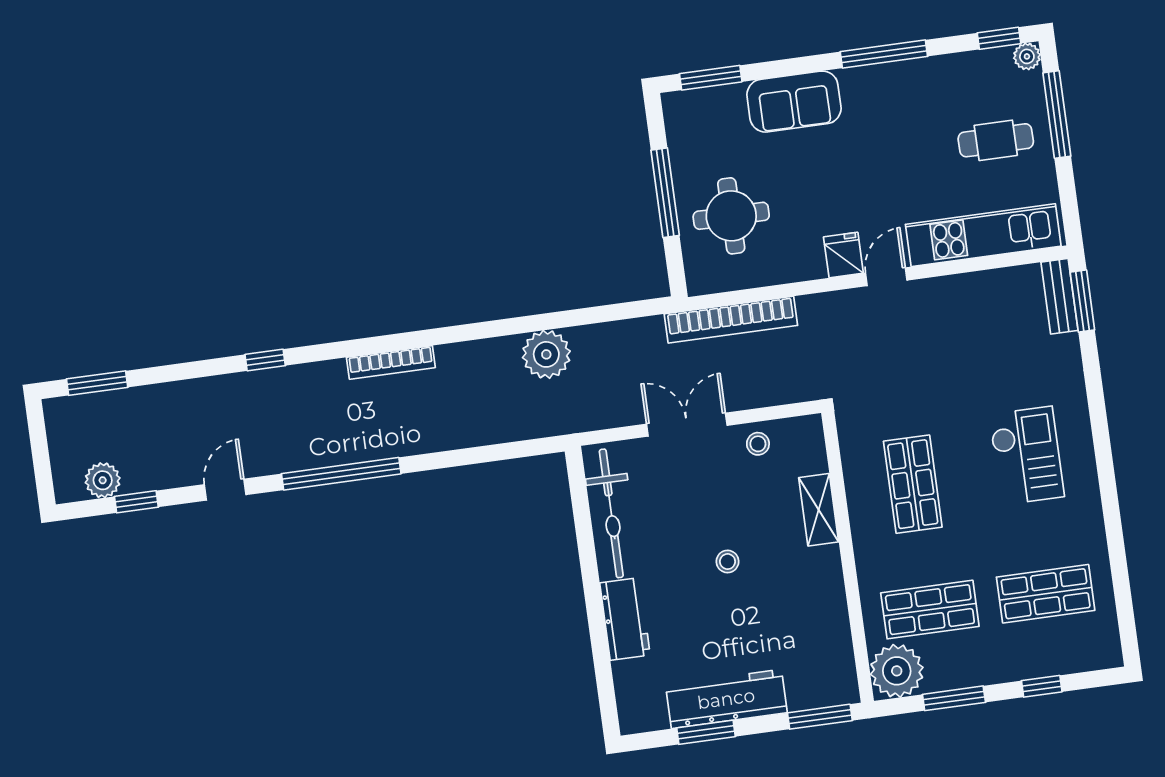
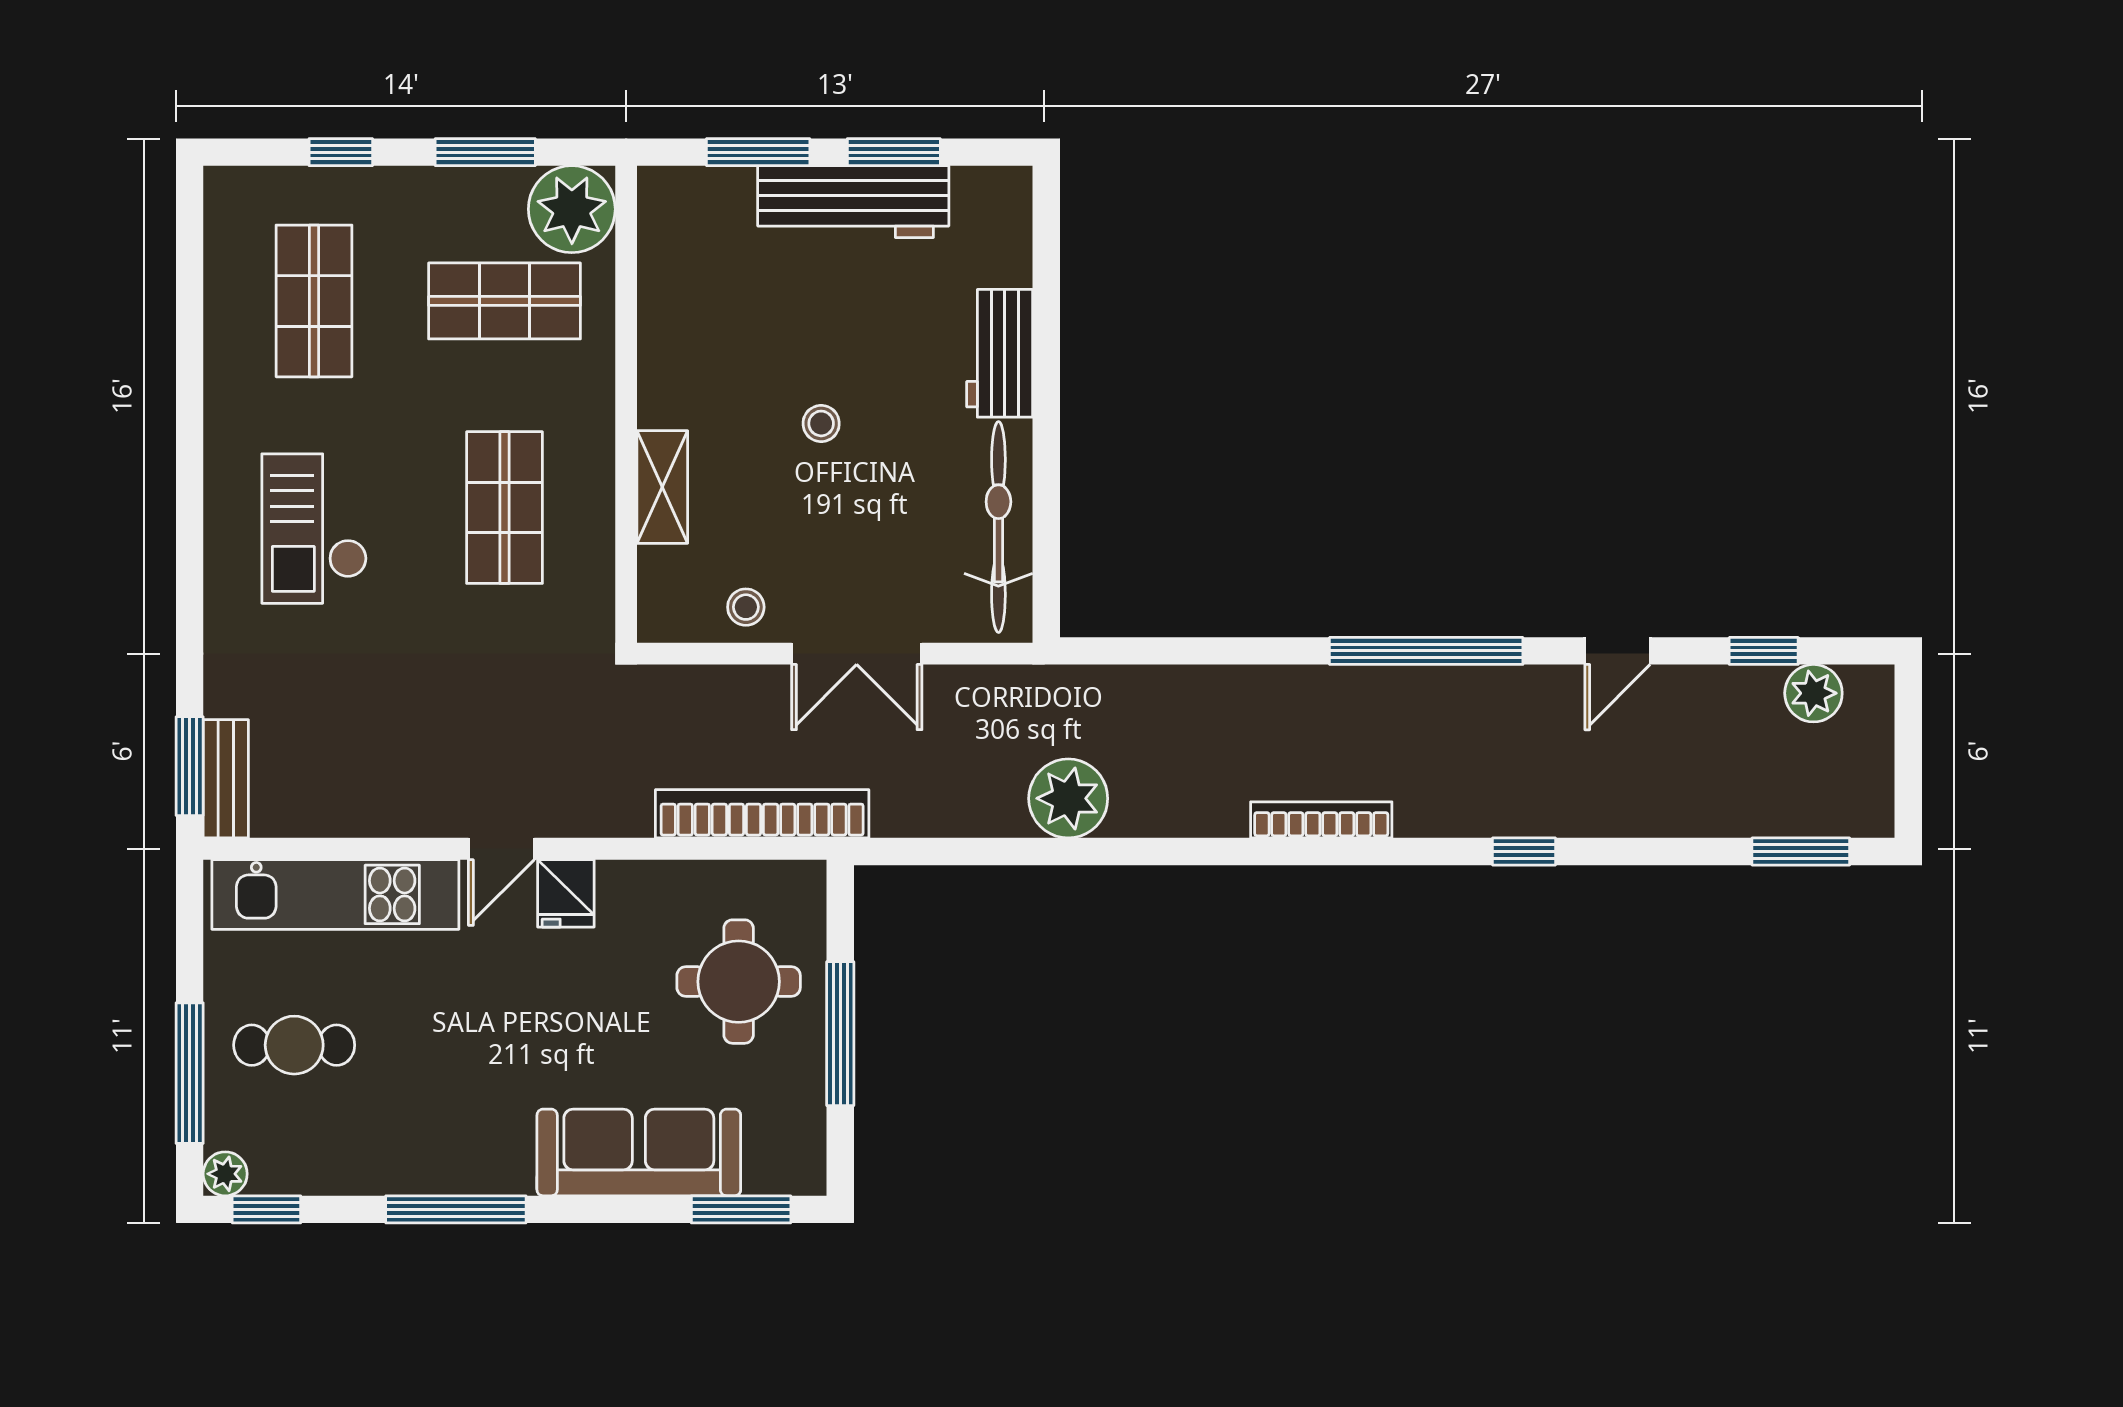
sofa: (794, 102) -> (639, 1152), width x1.36
shop shelf: (1046, 594) -> (314, 301), turned 90
window: (820, 717) -> (758, 152), moved

